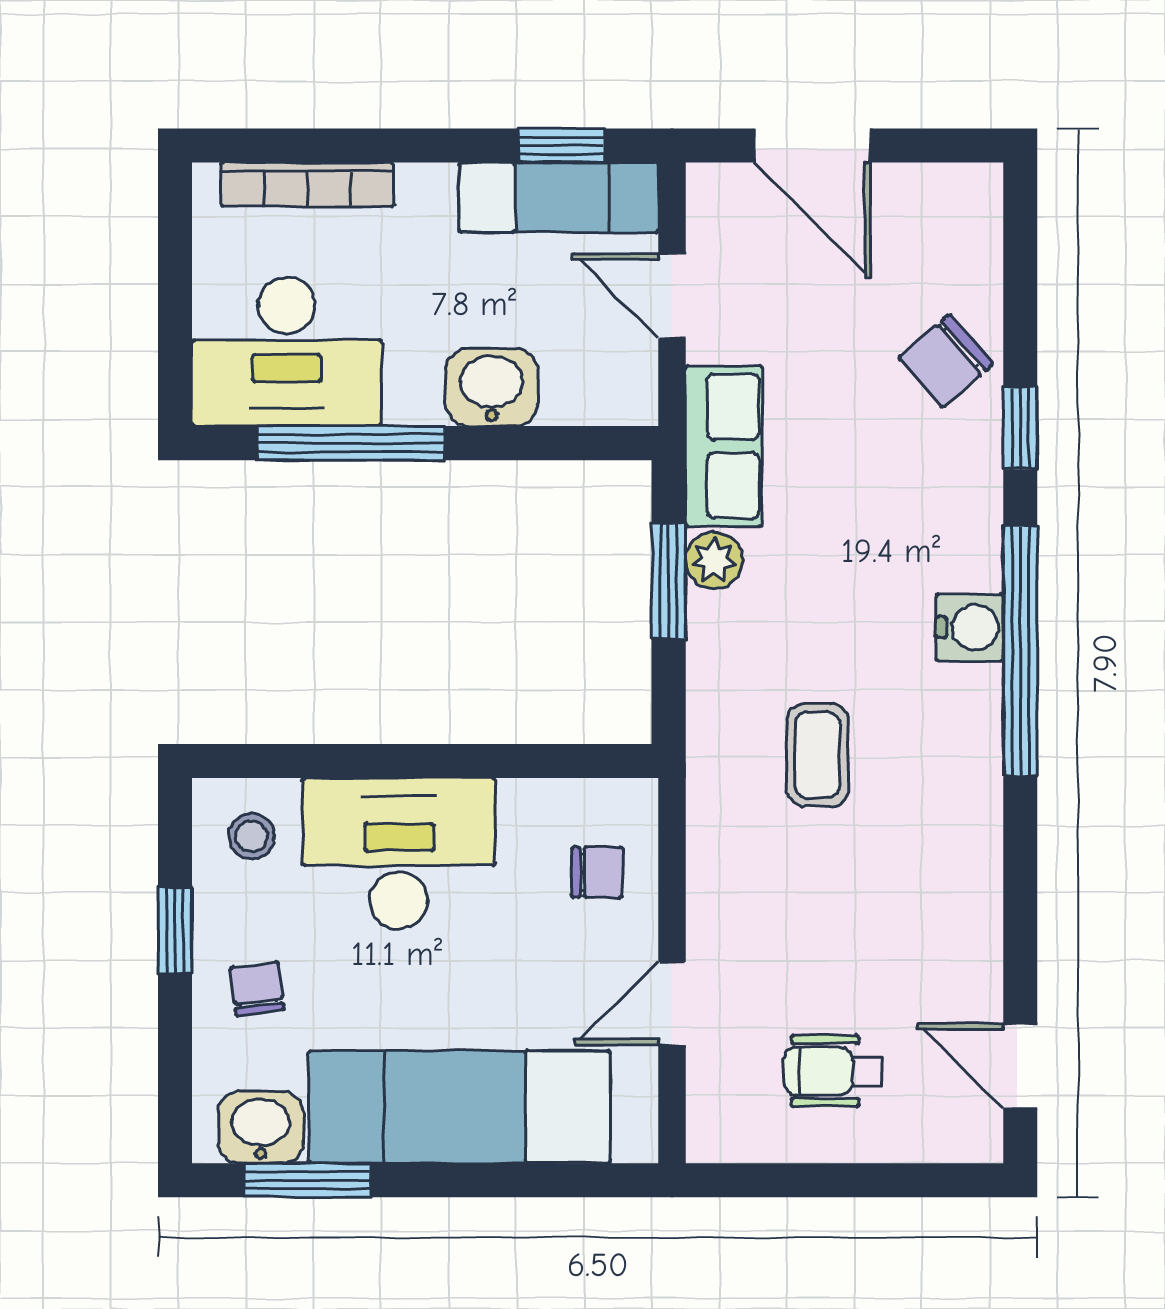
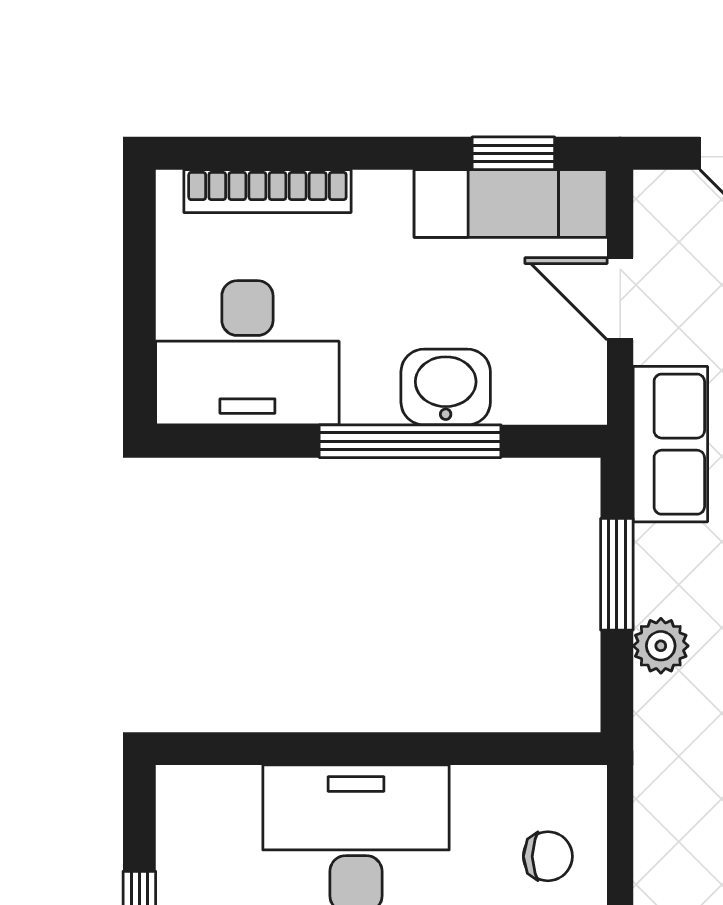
window: (351, 443) -> (410, 441), moved
plant: (714, 560) -> (661, 646), moved
stool: (251, 836) -> (213, 822), removed

